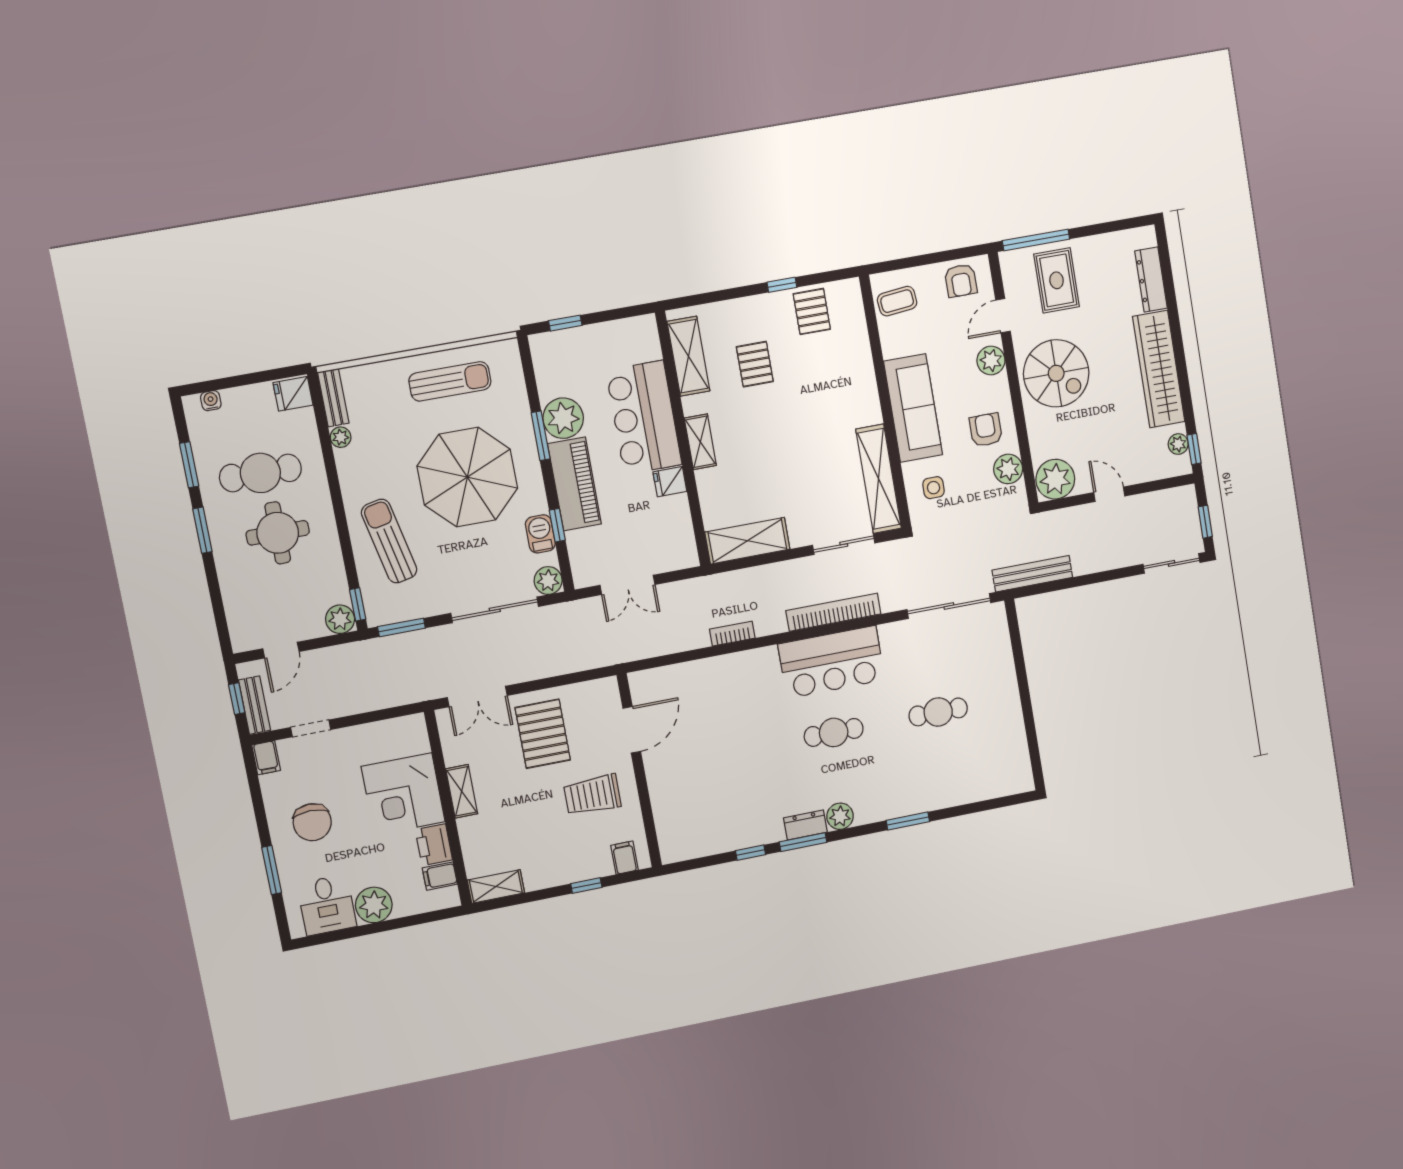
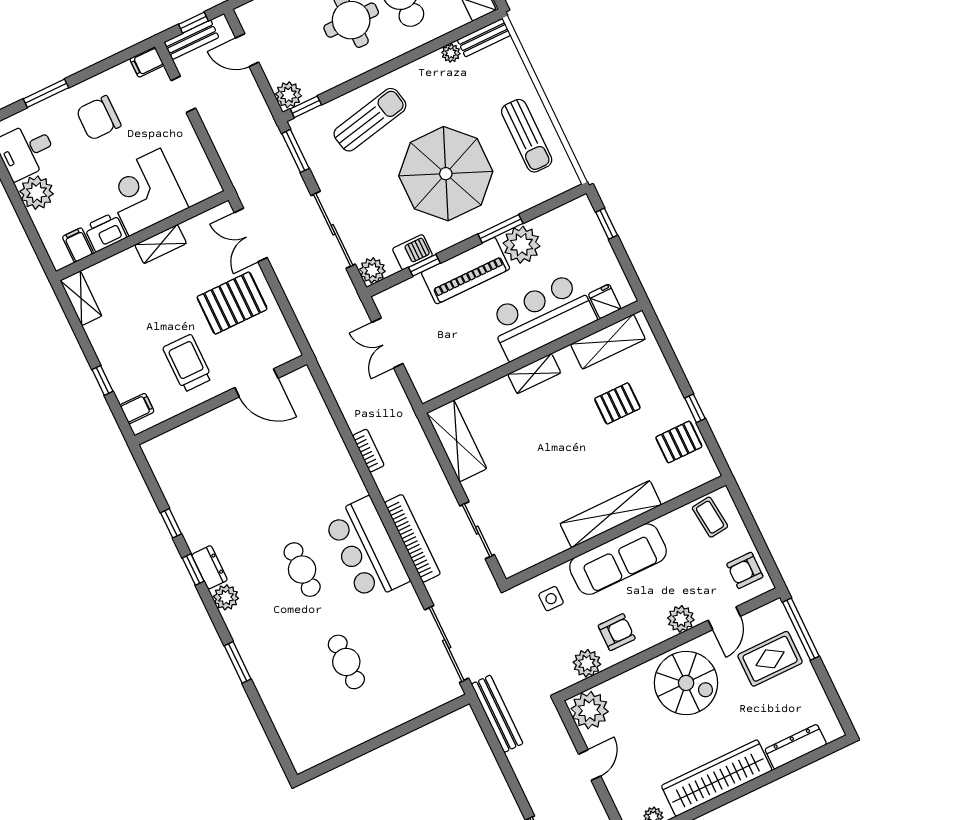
door: (1003, 316) -> (724, 618), swing flipped
spiral stairs: (1056, 373) -> (686, 683), turned -90
shelving: (879, 479) -> (611, 514), moved
fridge: (670, 482) -> (605, 301), moved
window: (803, 842) -> (193, 570), width x0.67

